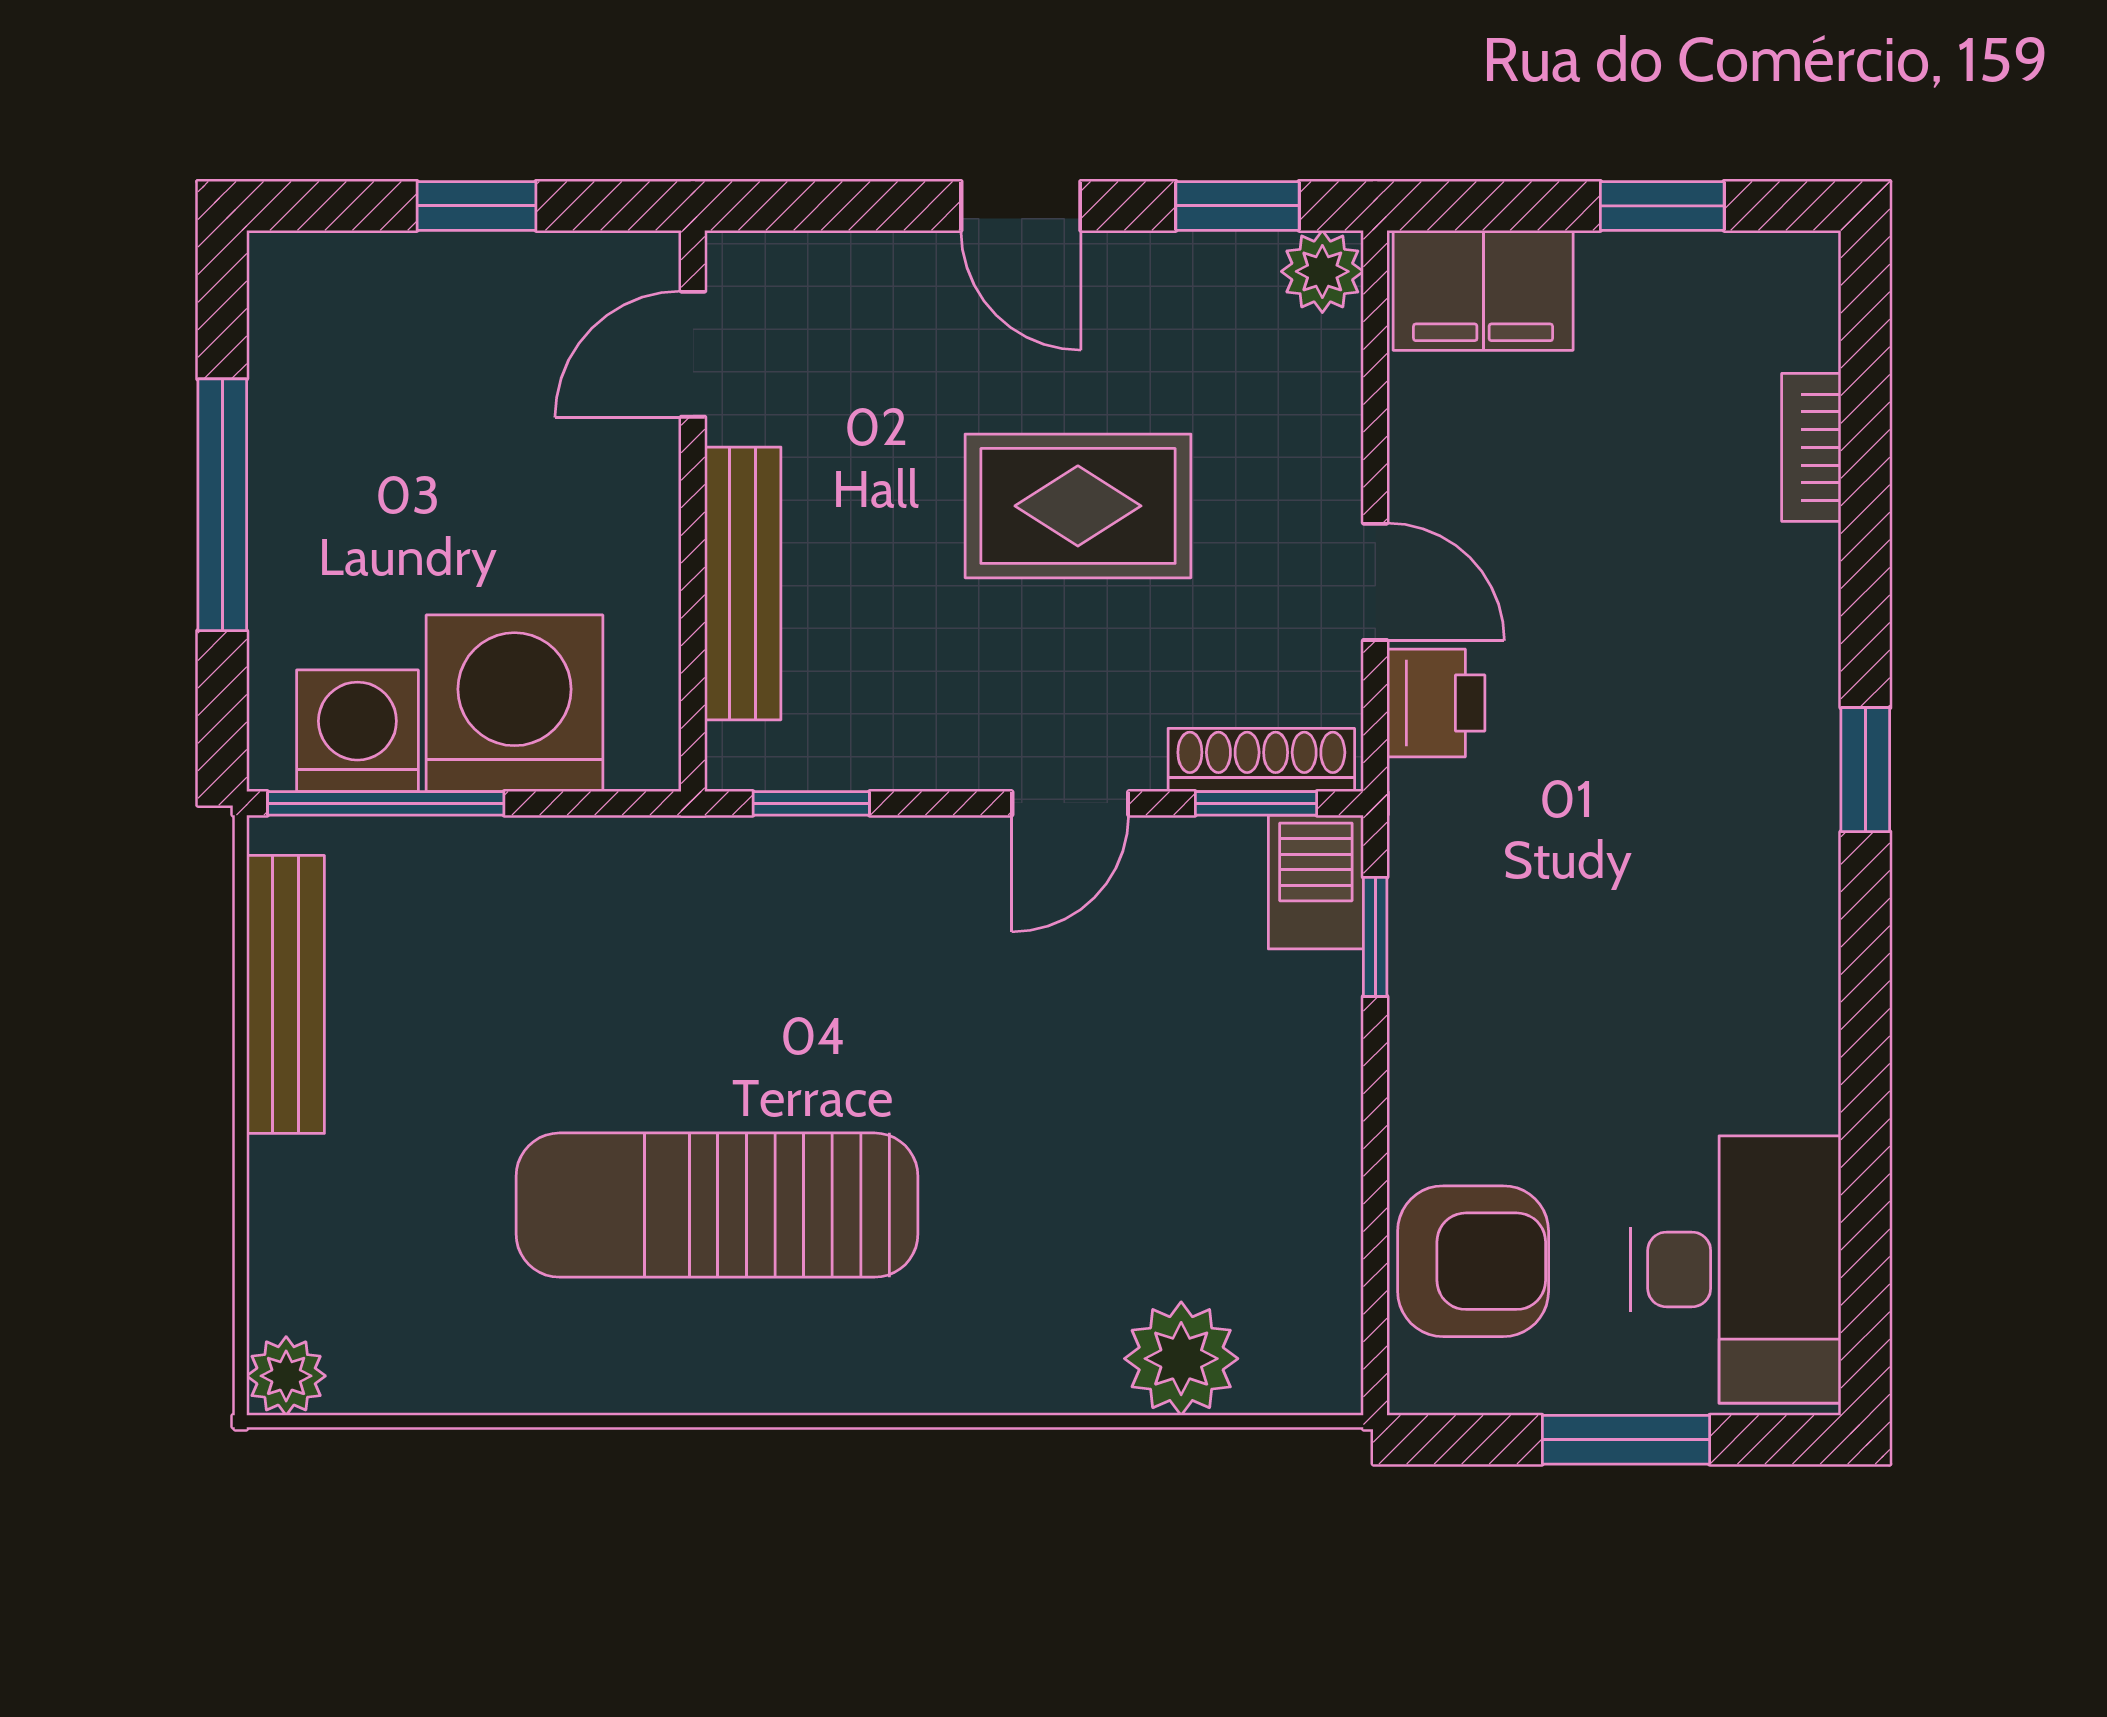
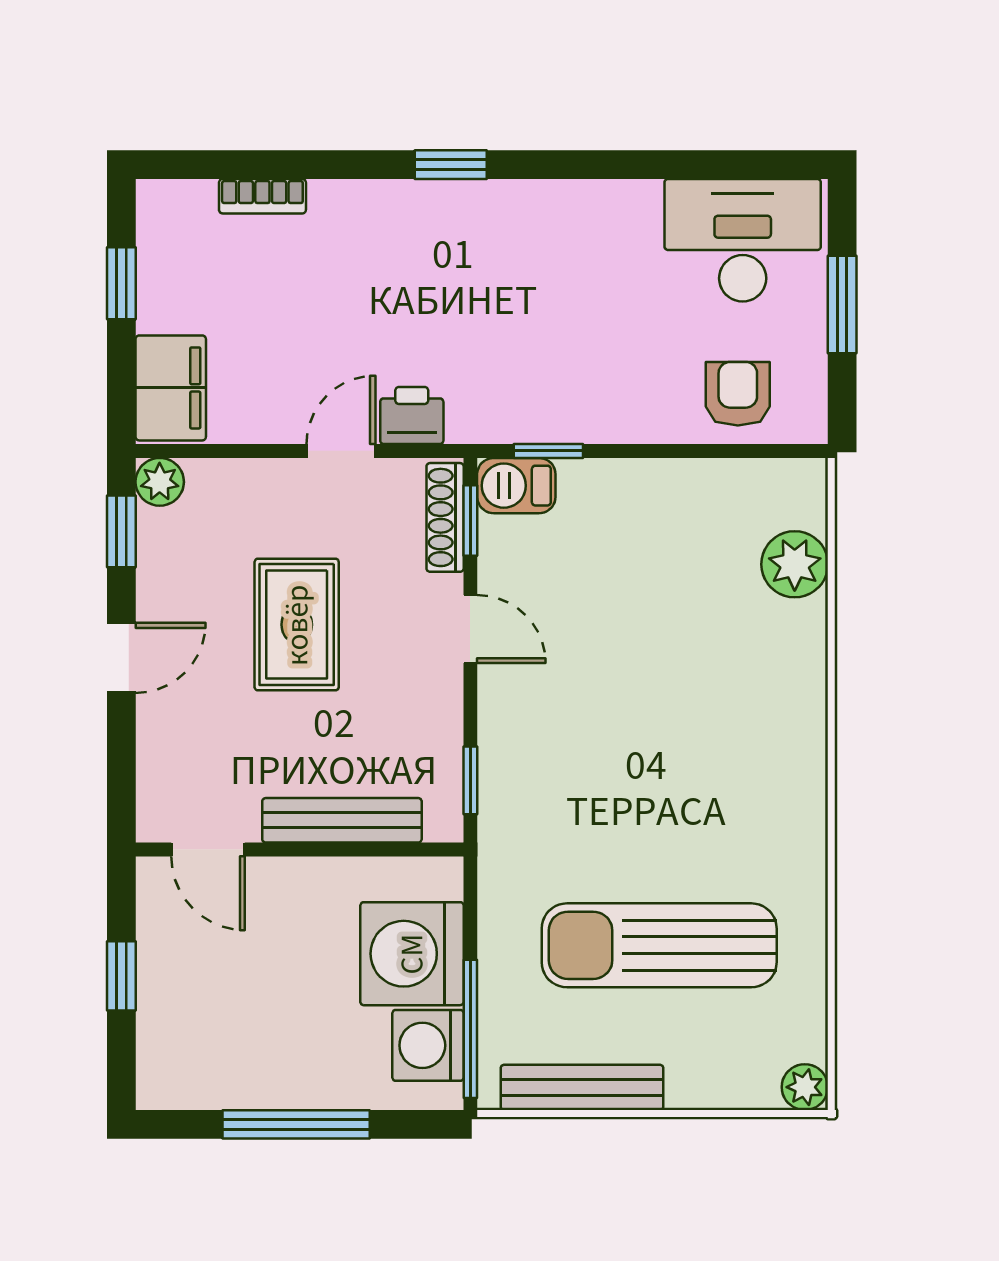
sun lounger: (717, 1205) -> (659, 945), moved, turned 90
armchair: (1473, 1261) -> (738, 394), width x0.72, depth x0.72

